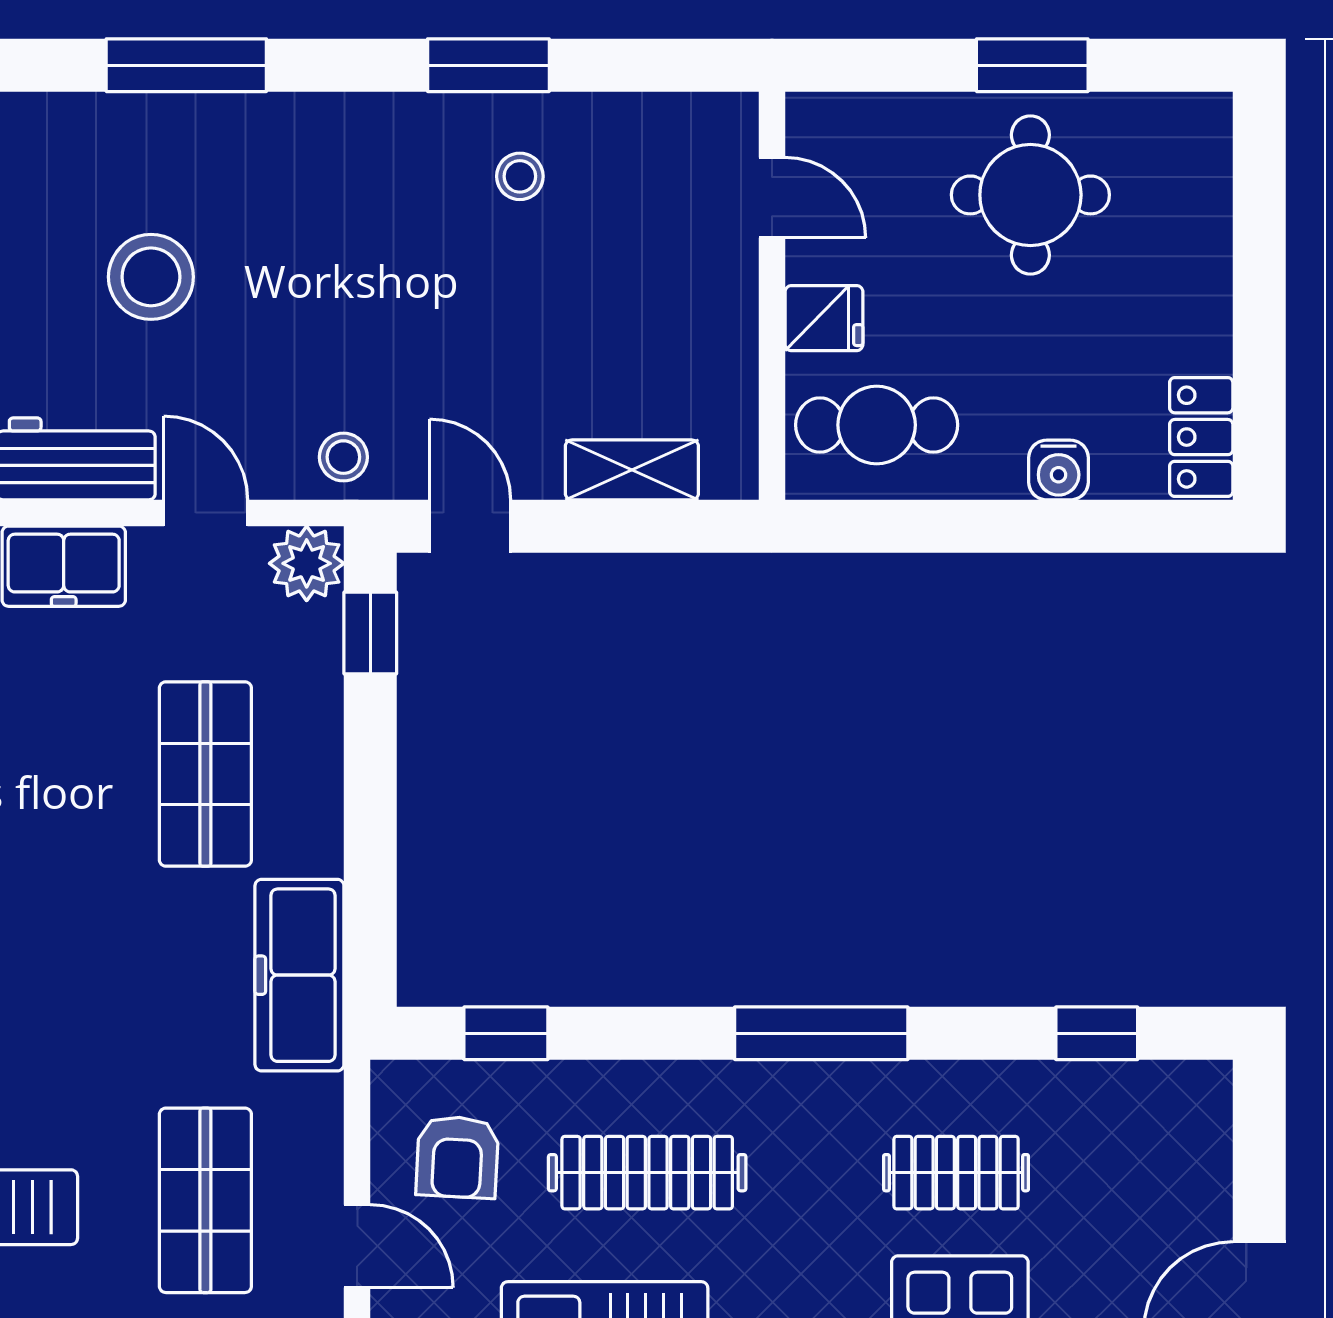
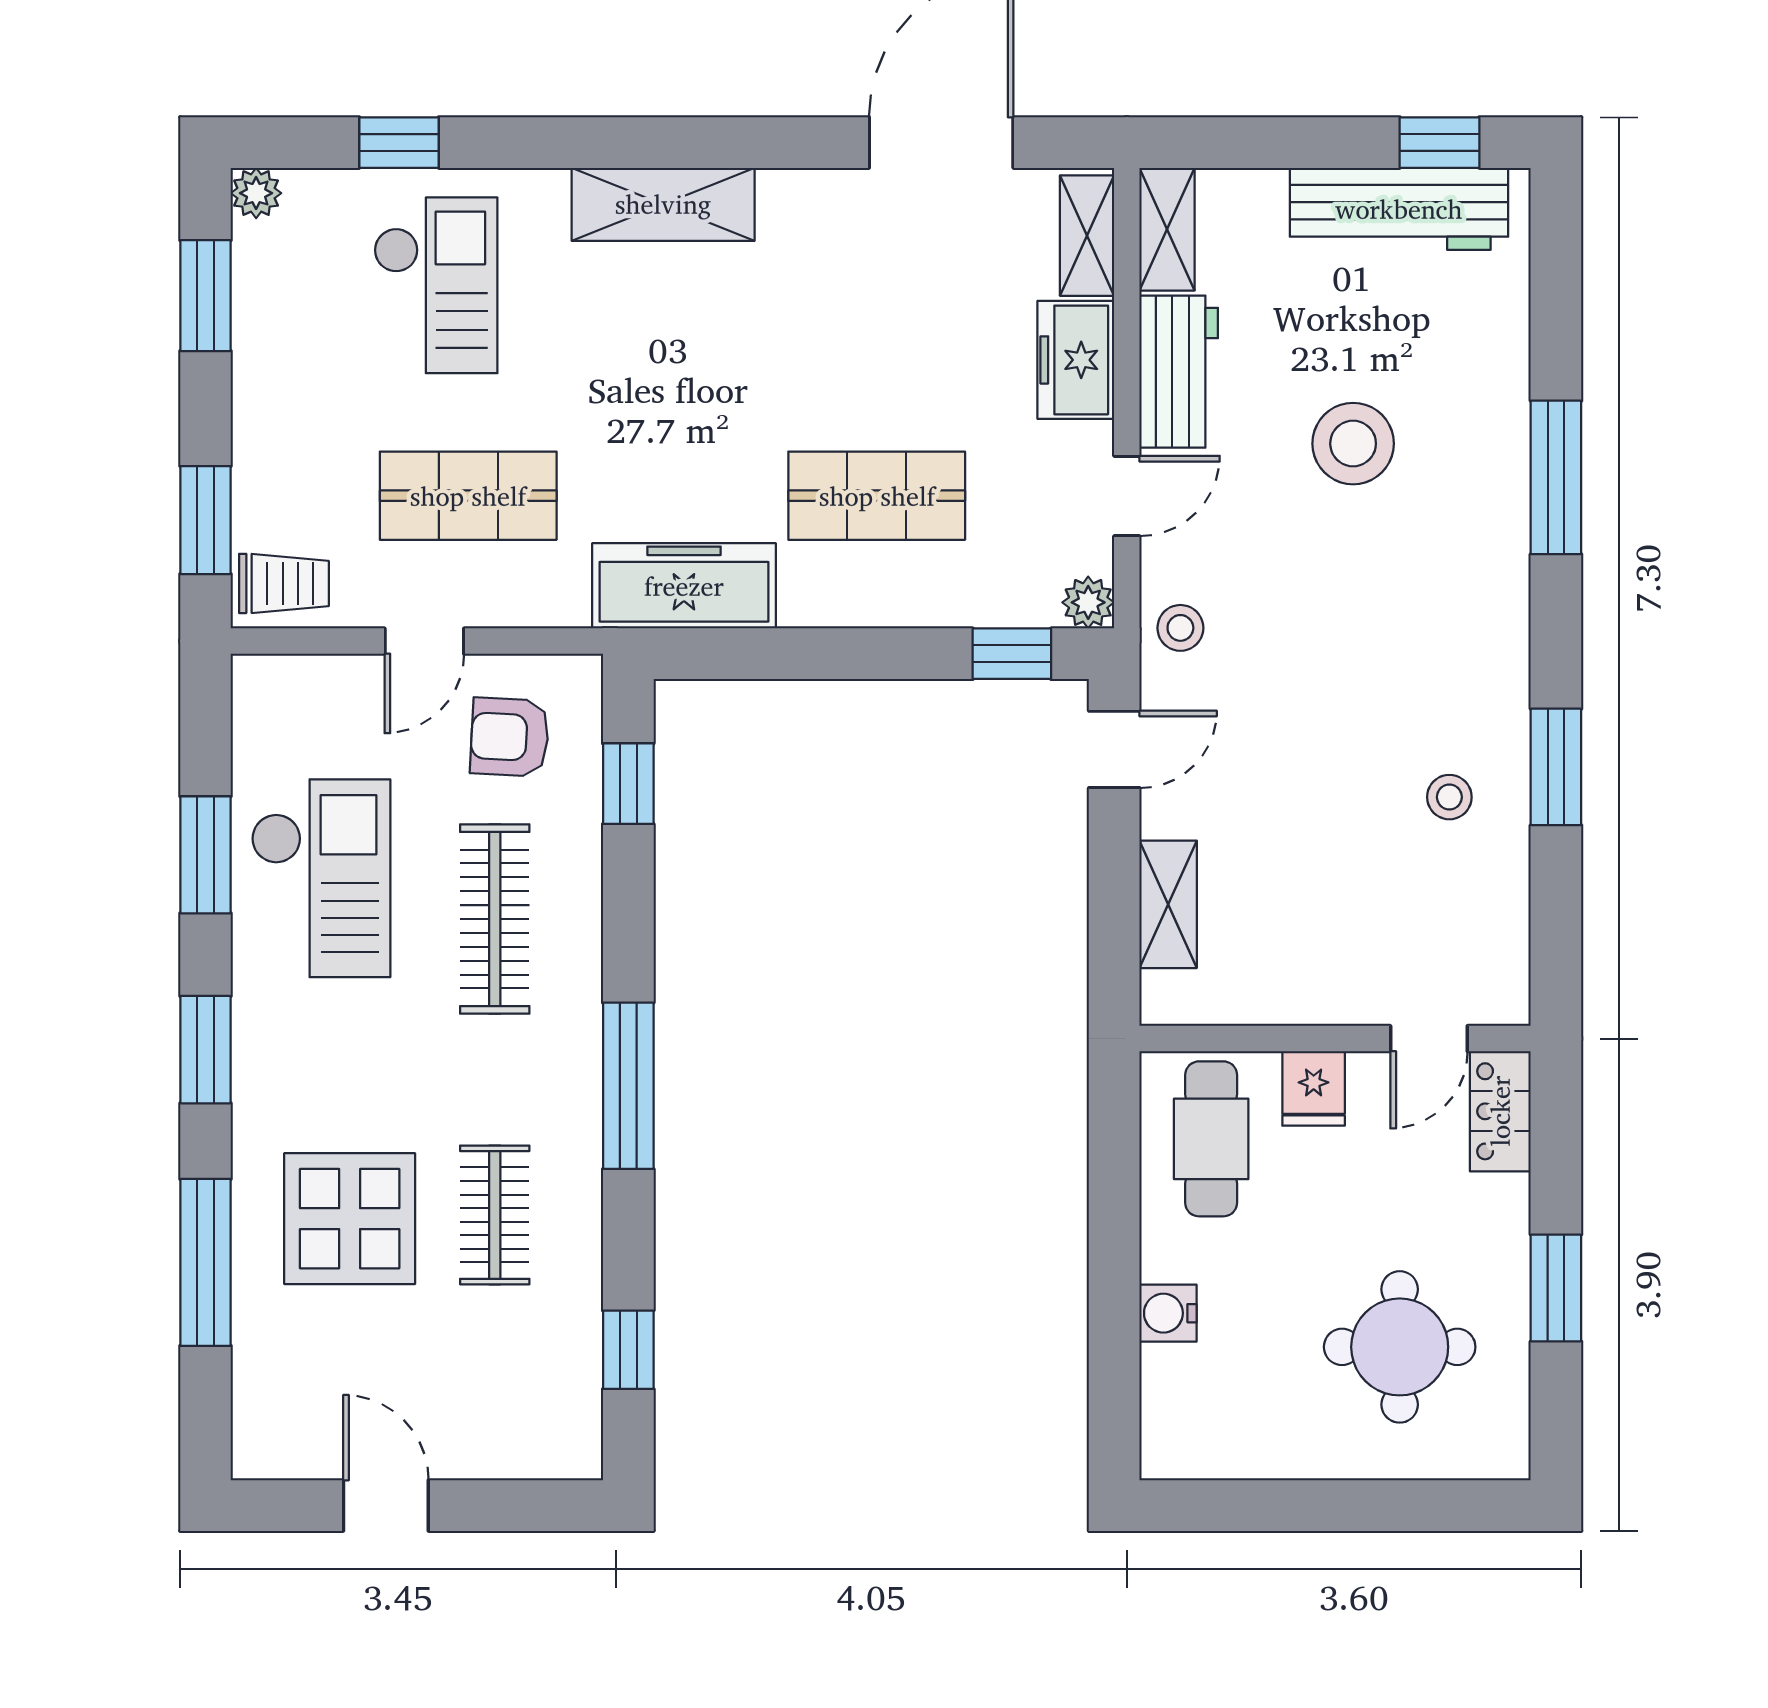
round table: (1030, 195) -> (1400, 1347), moved
locker: (1201, 437) -> (1500, 1111), moved, turned -90
plant: (307, 563) -> (1088, 602), width x0.73, depth x0.73

